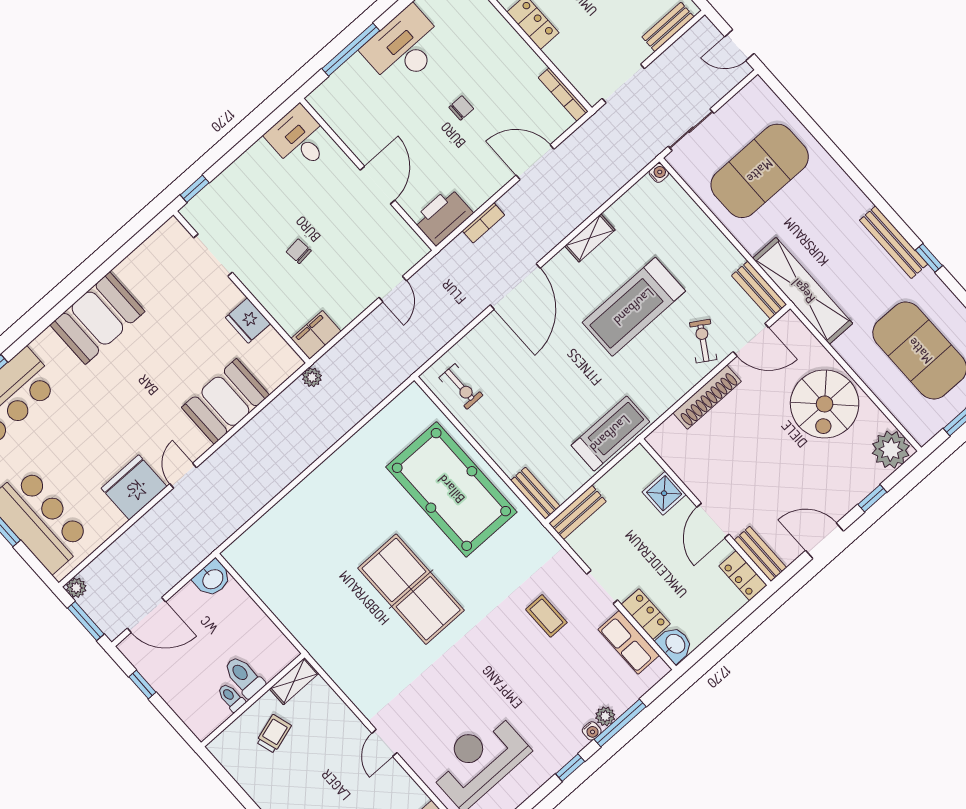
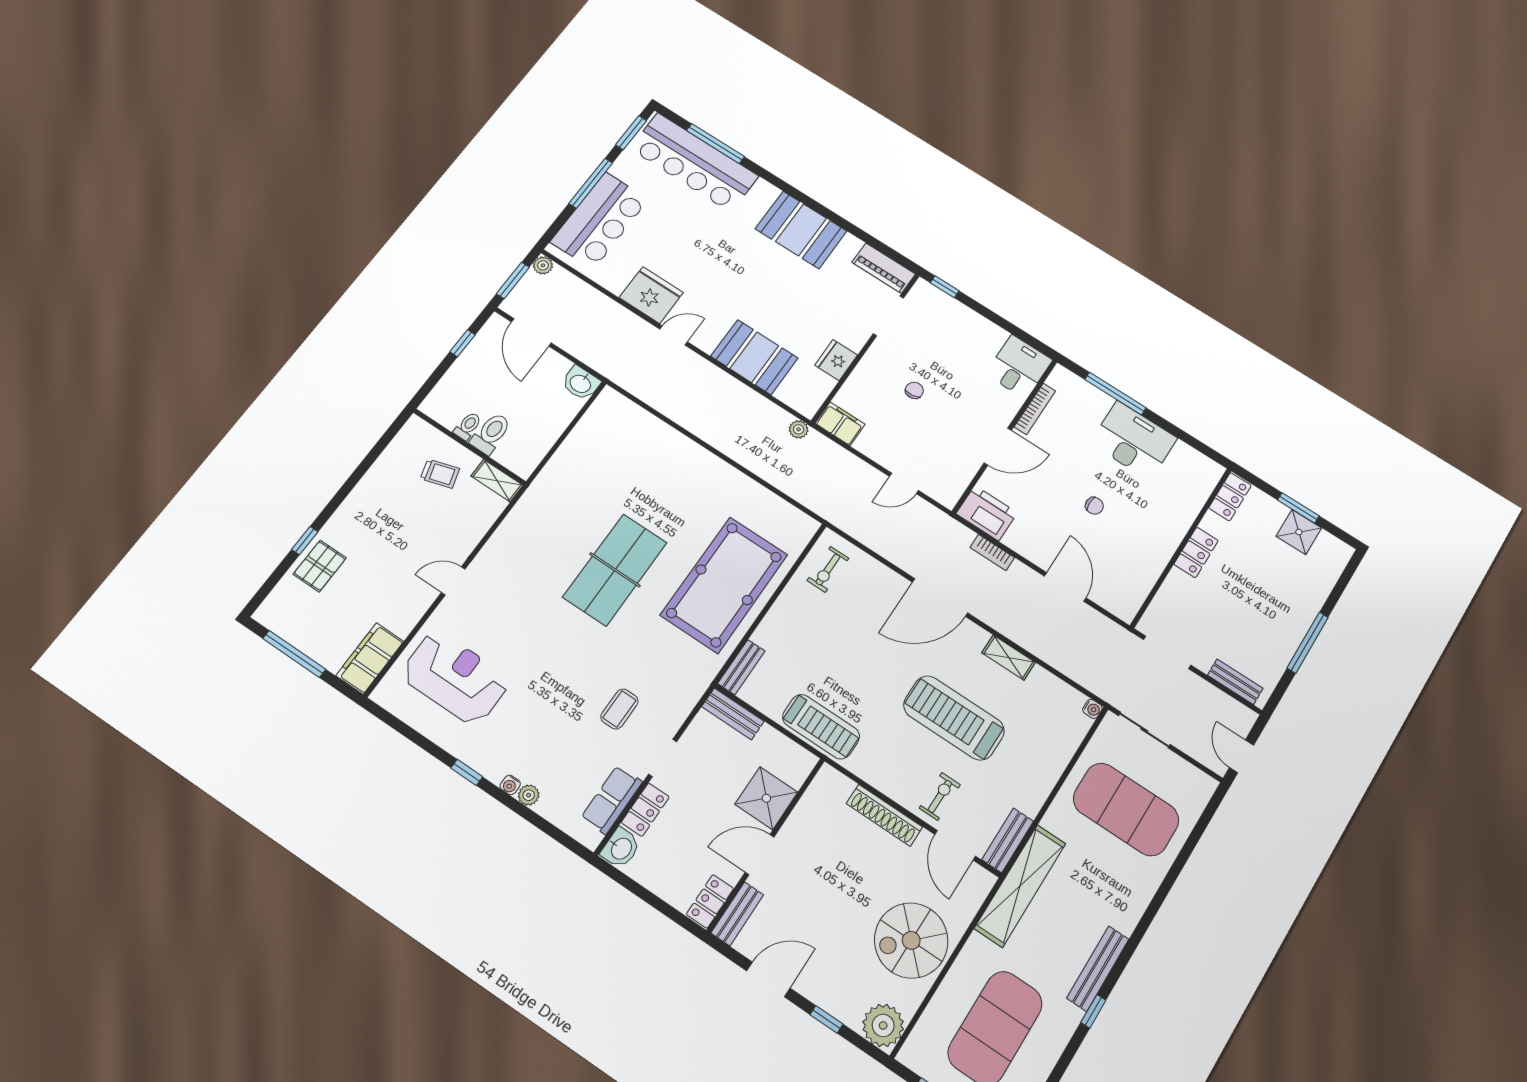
bookcase: (563, 94) -> (1035, 409), moved, turned 180
piano: (160, 245) -> (884, 268), added
exercise bike: (703, 341) -> (940, 796), turned -32
shower: (664, 493) -> (766, 798), width x1.36, depth x1.36
door: (825, 541) -> (768, 979), hinge flipped
window: (620, 723) -> (525, 812), removed

